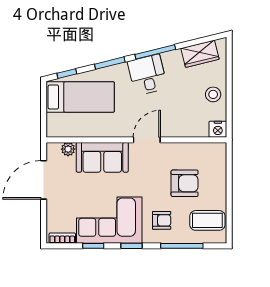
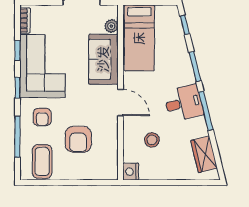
stool: (213, 94) -> (152, 140), moved
bed: (80, 97) -> (139, 38), moved

